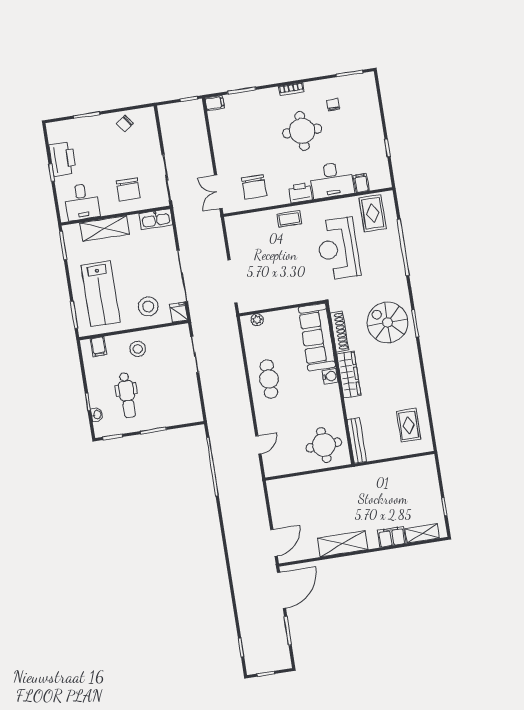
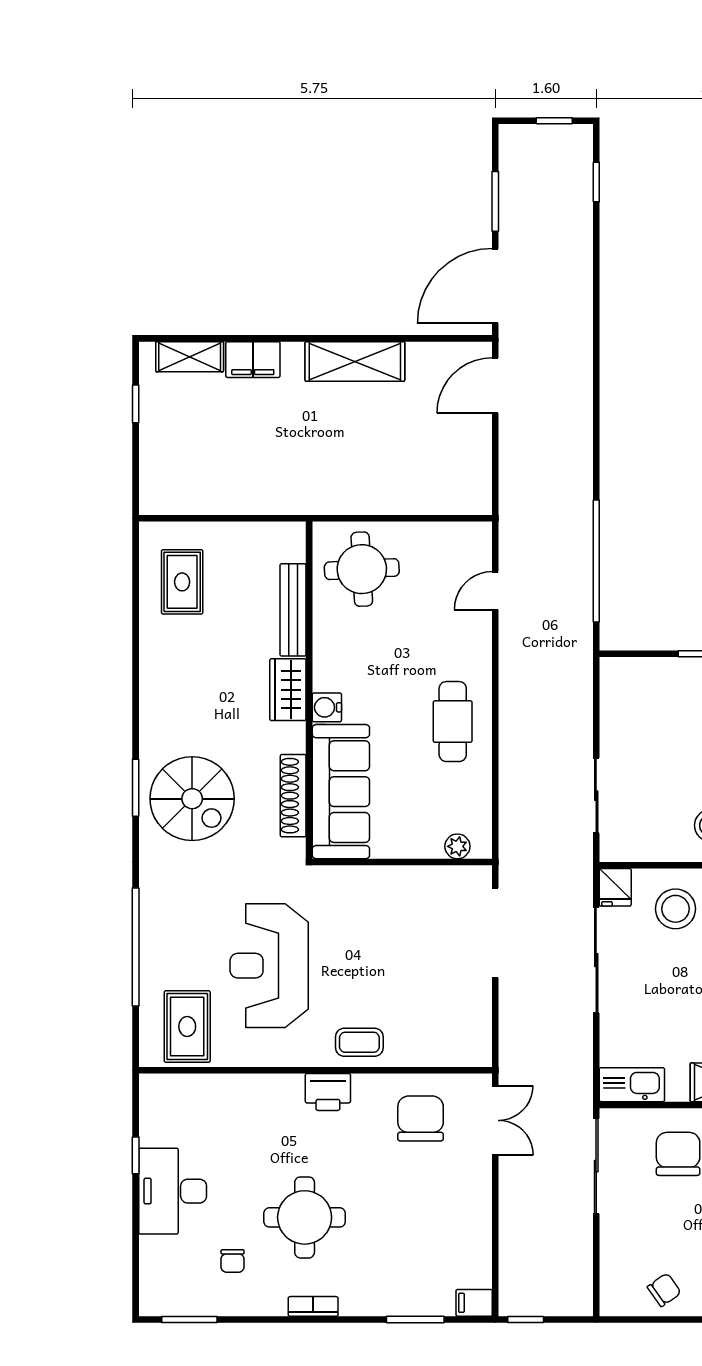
desk: (332, 180) -> (173, 1191), moved, turned -90
filing cabinet: (361, 183) -> (201, 1092), removed
reception desk: (338, 249) -> (269, 966), turned 180
wardrobe: (349, 374) -> (288, 690), width x0.67
bench: (357, 441) -> (293, 610), moved

